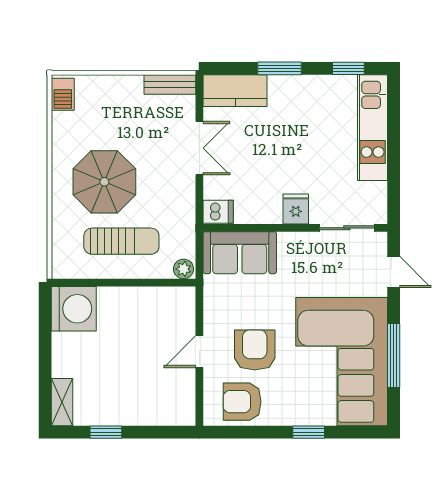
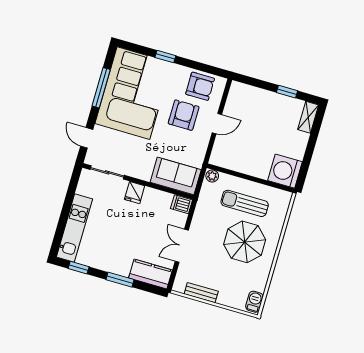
bench: (170, 85) -> (201, 293), moved
armchair: (255, 350) -> (184, 115), turned 180

